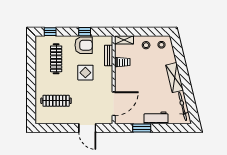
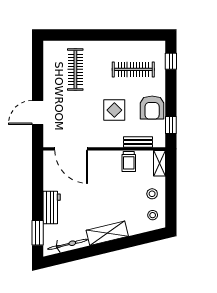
window: (85, 32) -> (171, 125), moved
window: (142, 128) -> (38, 233), moved

